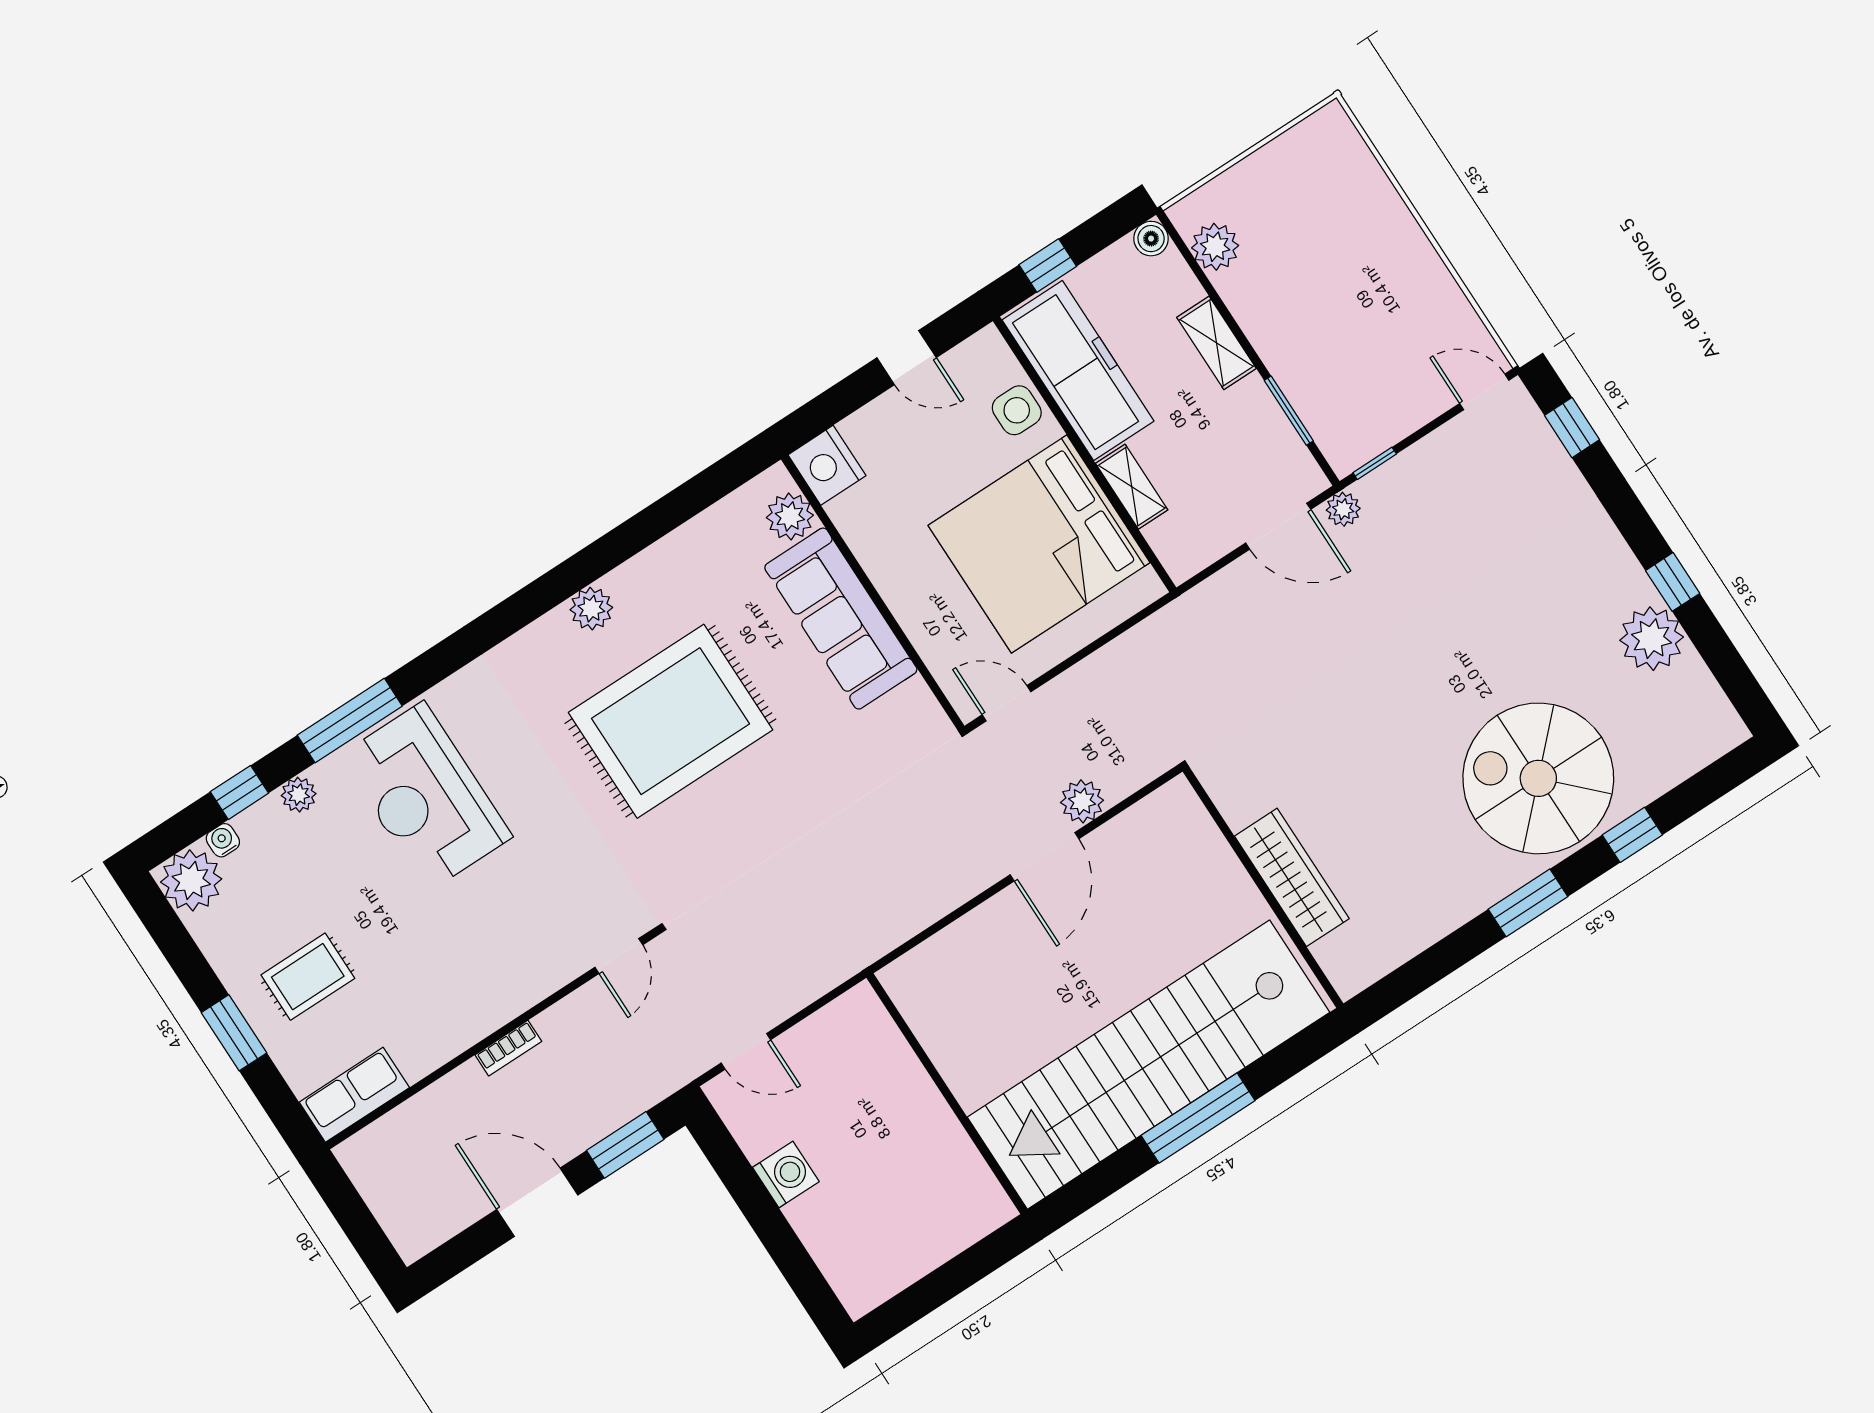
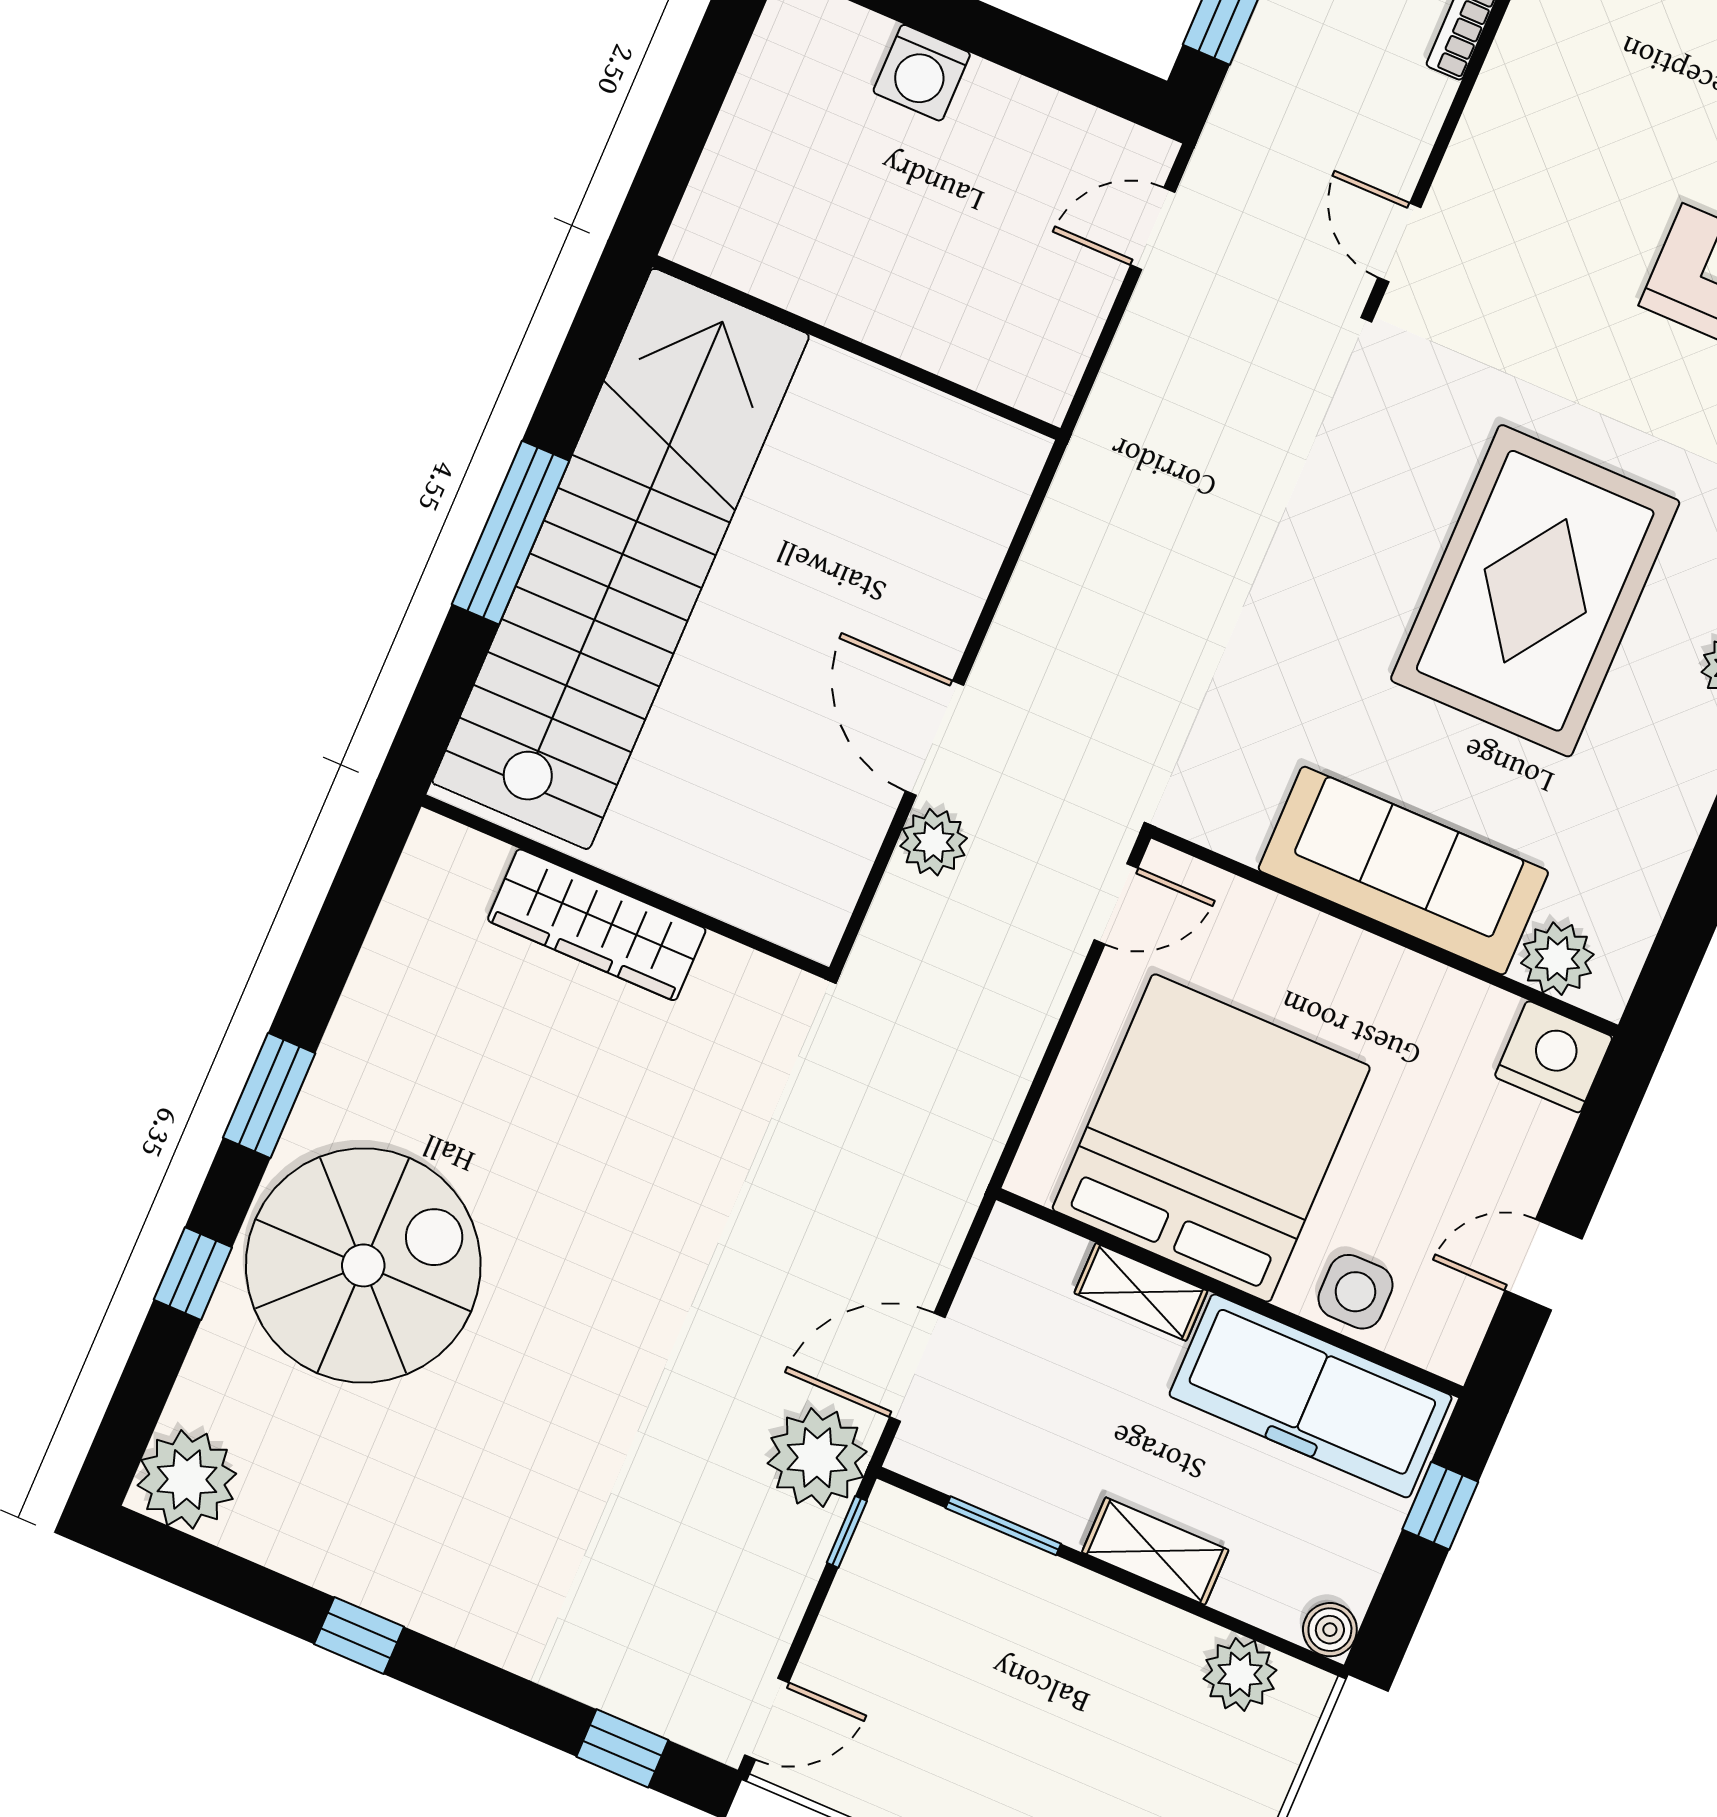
plant: (1343, 509) -> (817, 1458), width x1.88, depth x1.88
plant: (1652, 639) -> (187, 1479), moved
washing machine: (786, 1175) -> (922, 73), moved

